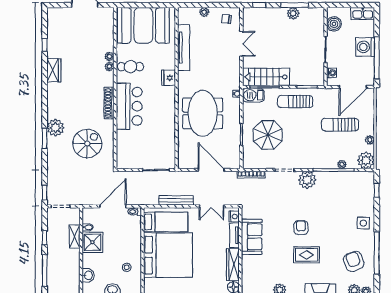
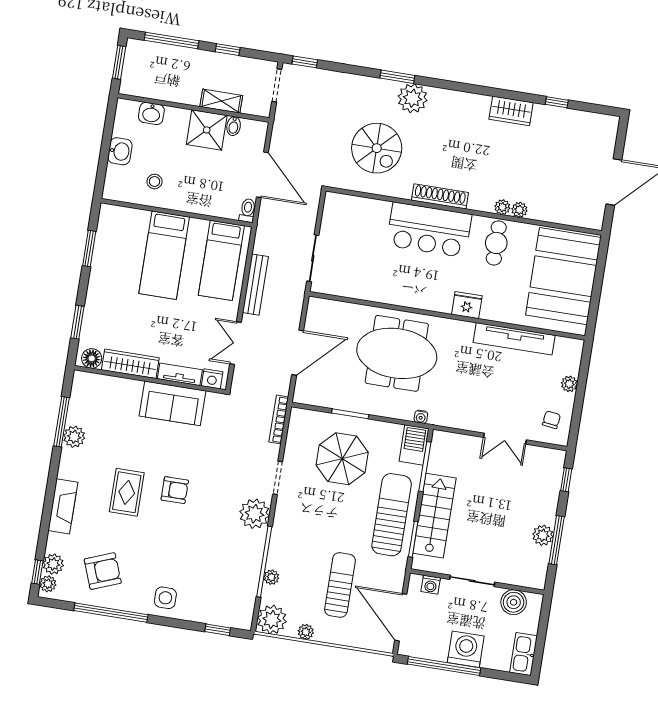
stairs: (266, 77) -> (435, 516), moved
sun lounger: (295, 102) -> (392, 515), width x1.36, depth x1.34
bed: (168, 255) -> (164, 255), width x0.49

